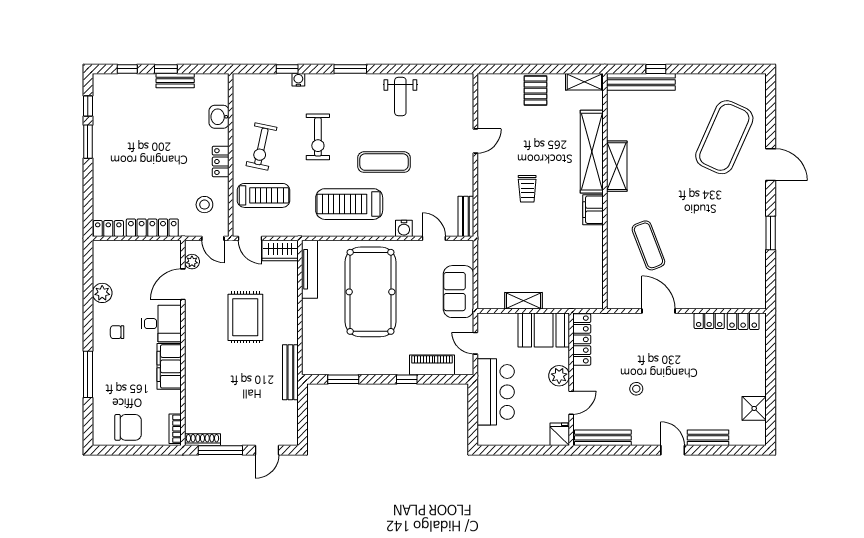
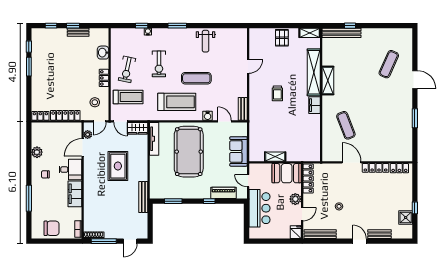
exercise mat: (724, 137) -> (389, 64), width x0.50, depth x0.69
treadmill: (349, 204) -> (177, 102), turned 180
door: (213, 238) -> (100, 121), hinge flipped
locker: (709, 321) -> (376, 168), width x1.53
window: (771, 391) -> (415, 208), added

